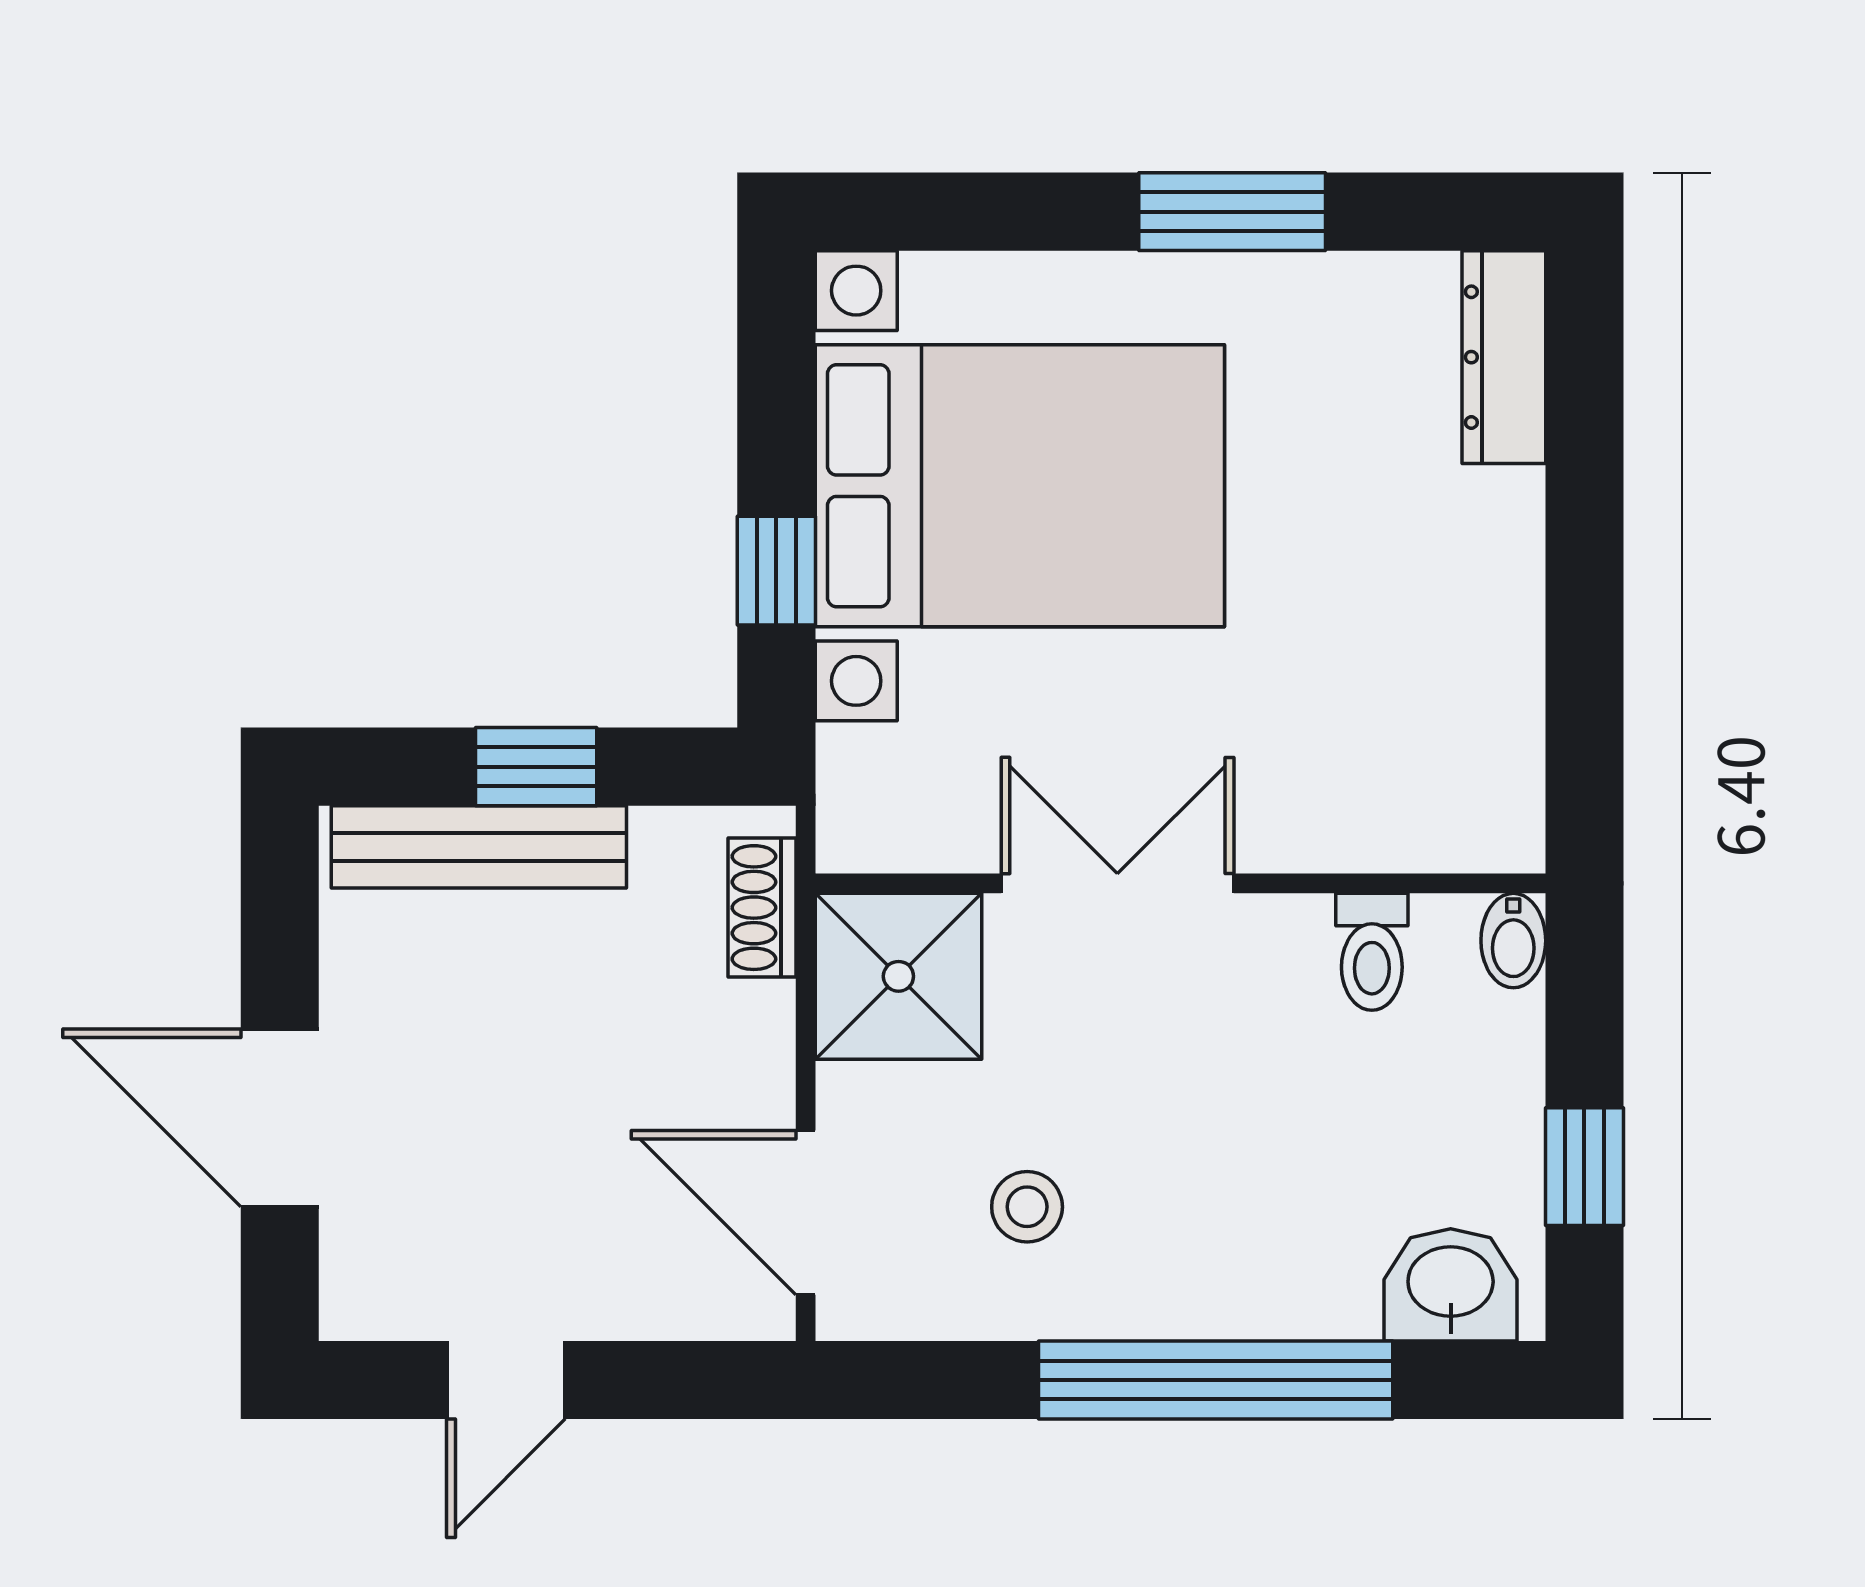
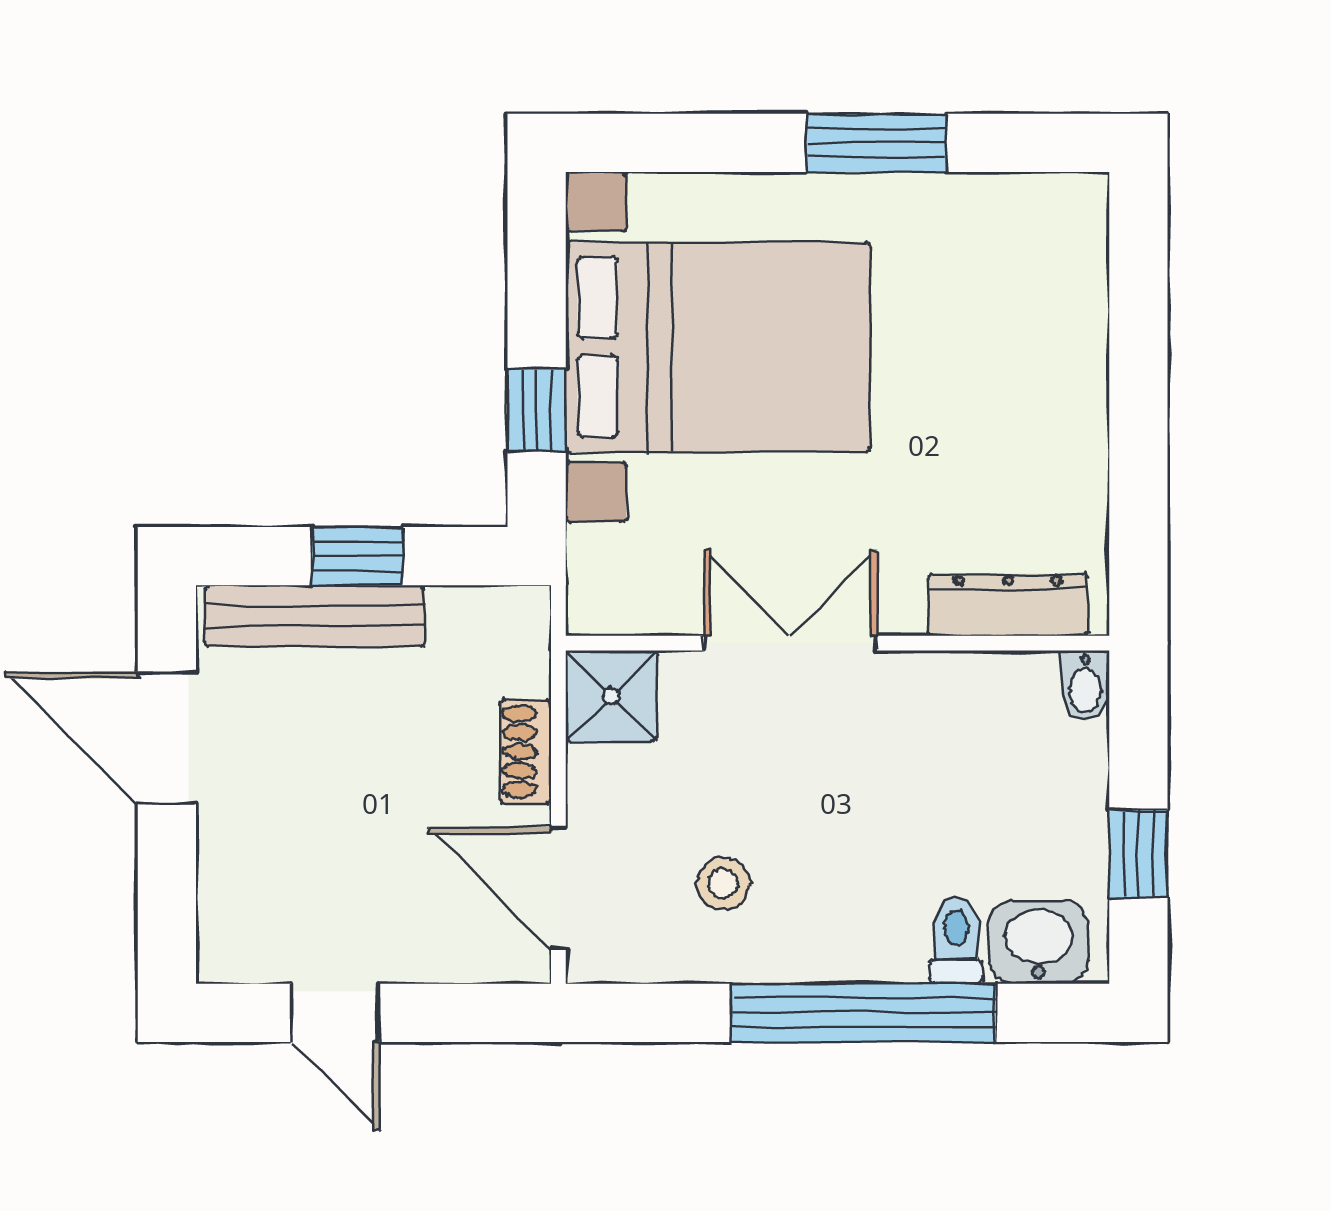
dresser: (1504, 357) -> (1008, 605), moved, turned 90
shoe rack: (762, 908) -> (526, 752), moved
toilet: (1372, 952) -> (956, 940), moved, turned 180
shower: (898, 976) -> (611, 696), width x0.73, depth x0.73
door: (280, 1118) -> (167, 738), moved
door: (506, 1380) -> (335, 1013), hinge flipped

